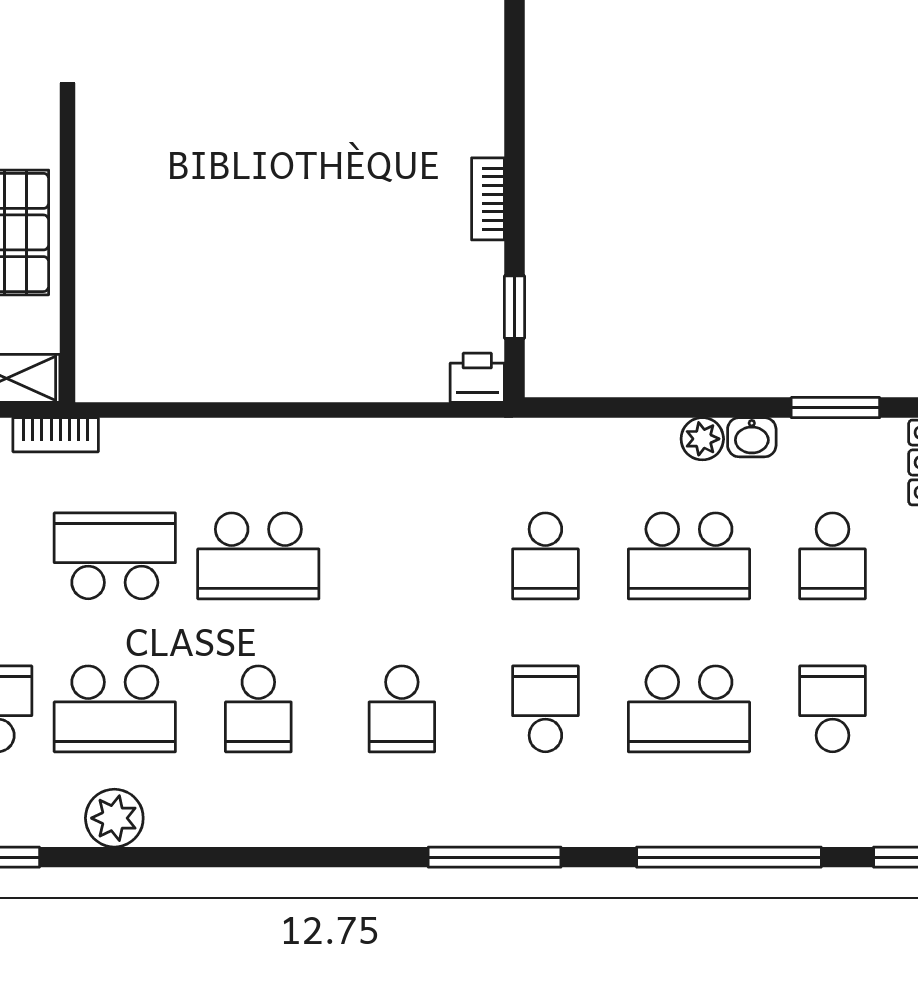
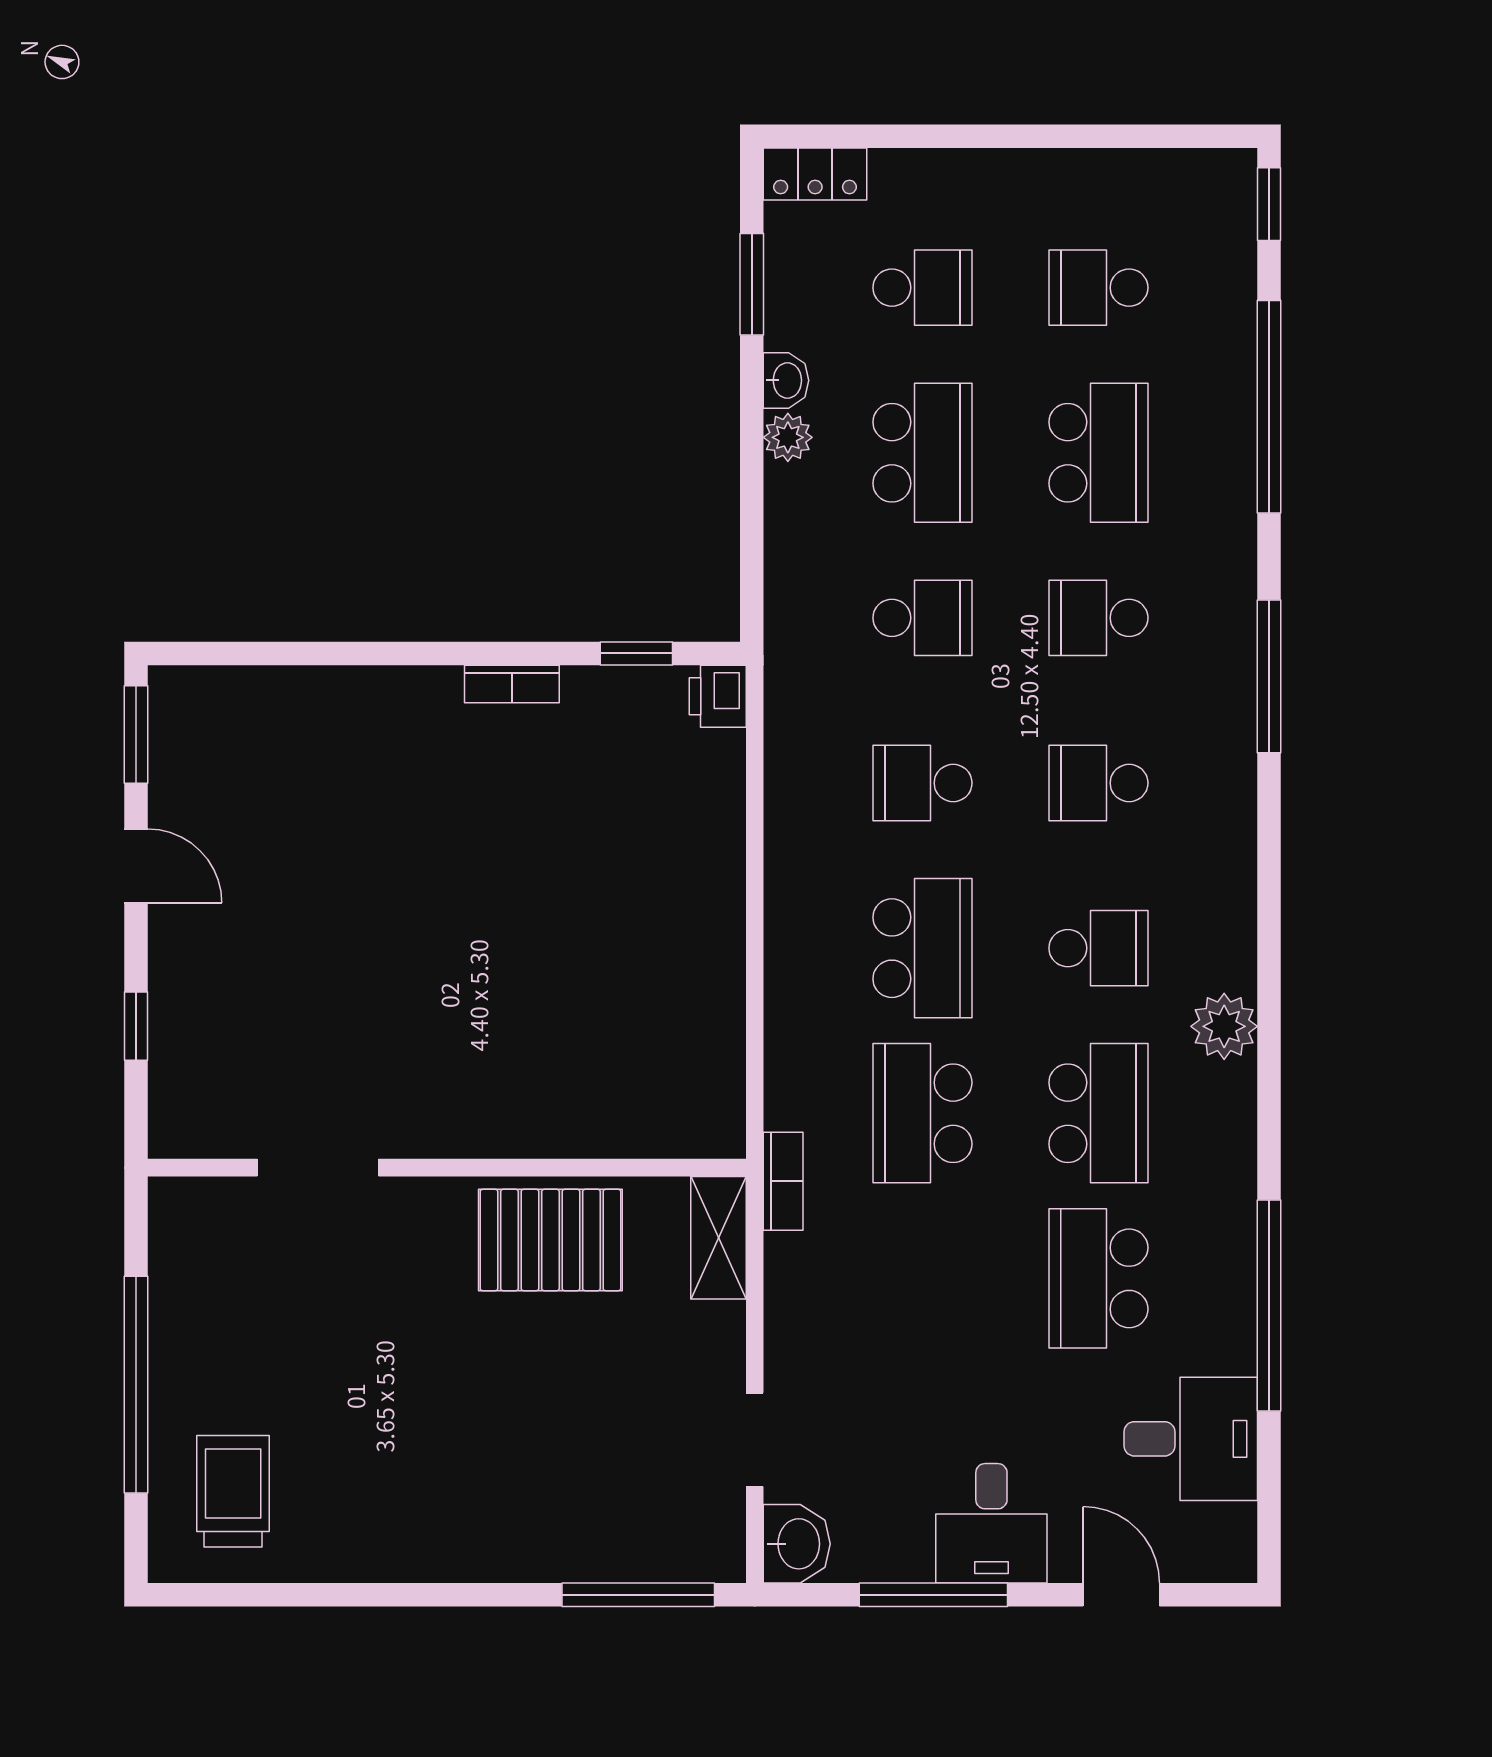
school desk: (402, 556) -> (922, 783), added
school desk: (402, 709) -> (1098, 783), turned 180
plant: (114, 818) -> (1224, 1026), moved

